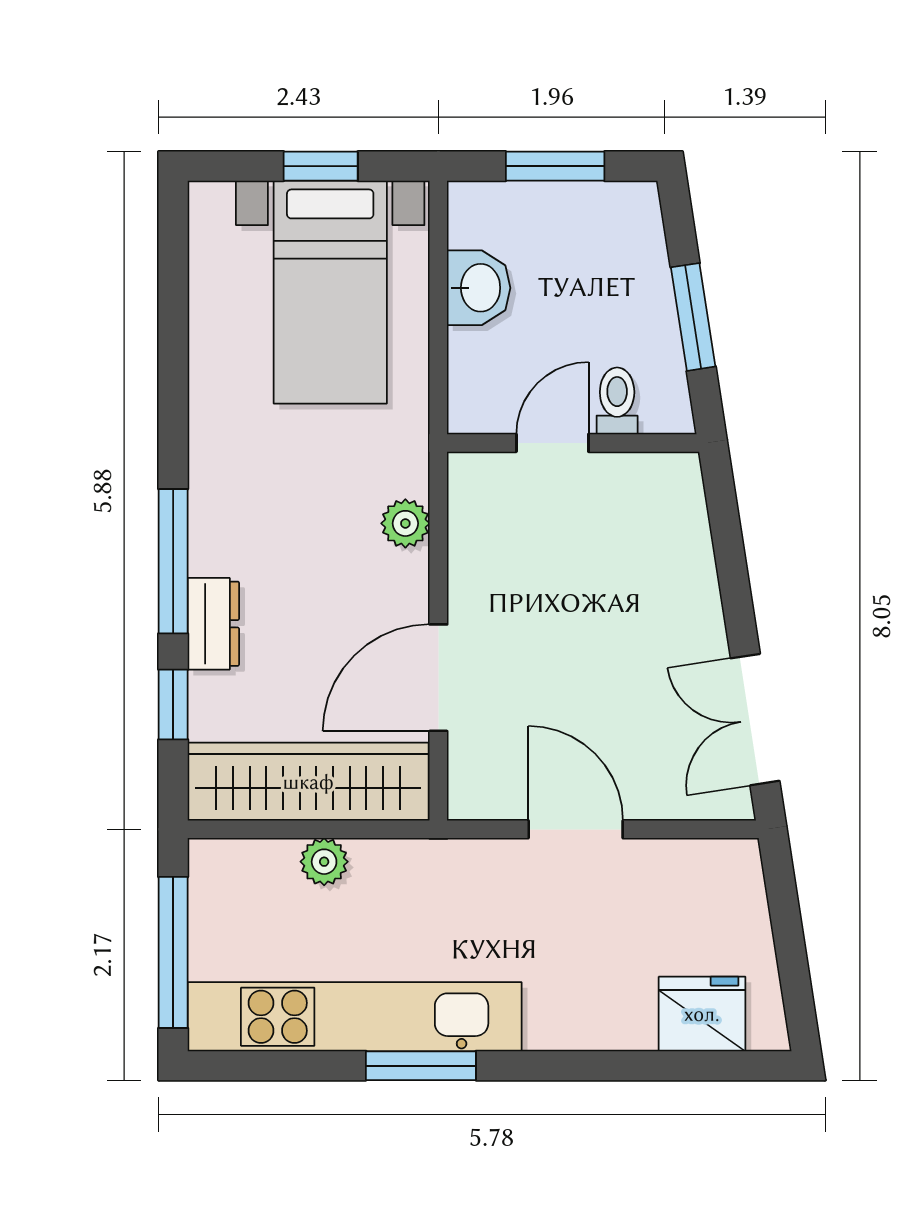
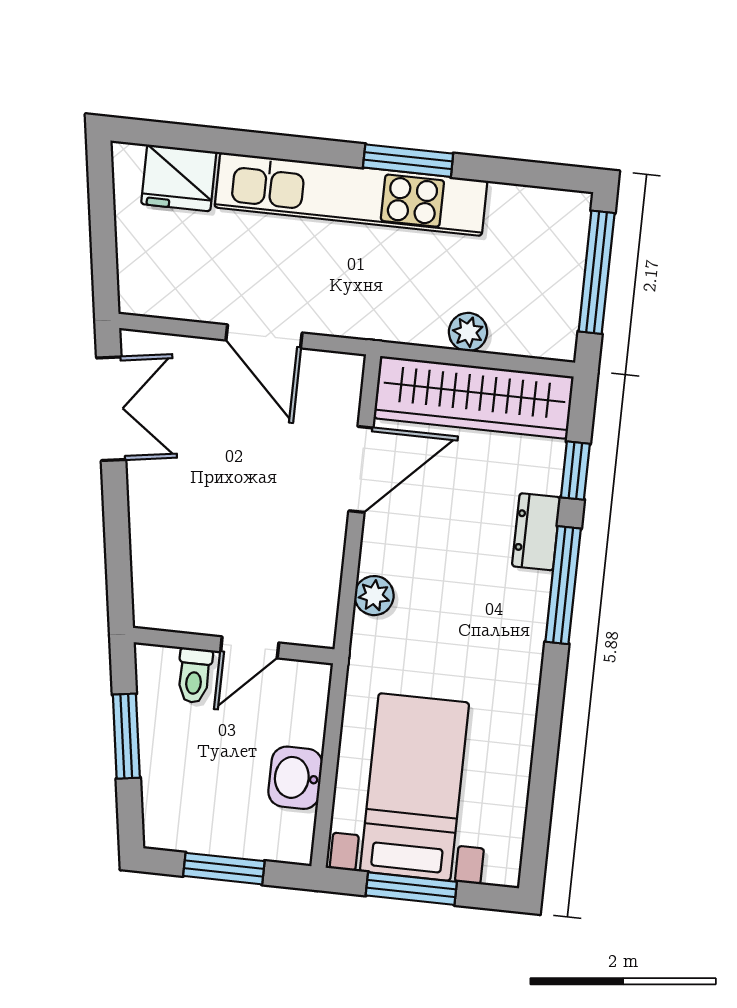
window: (321, 166) -> (411, 889), width x1.50
kitchen unit: (355, 1017) -> (351, 194), moved

